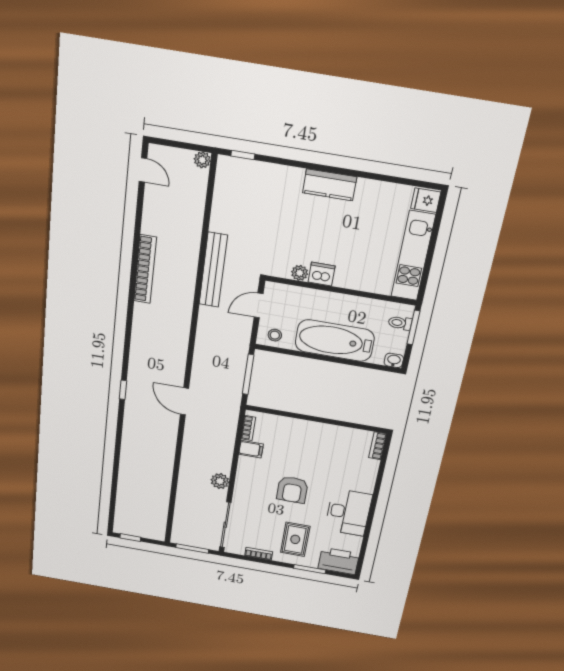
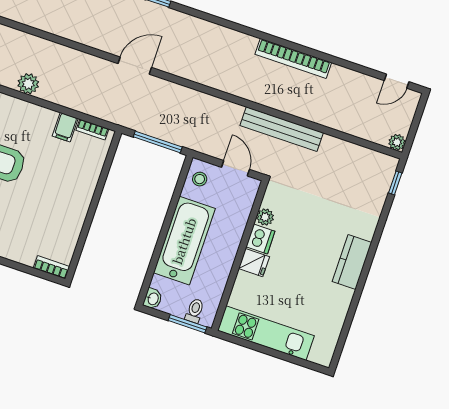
fridge: (426, 200) -> (254, 263), moved, turned 90

